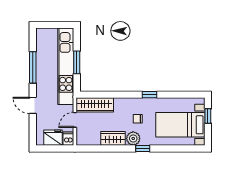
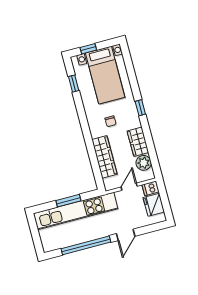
window: (33, 67) -> (86, 245), width x1.46
window: (149, 95) -> (74, 84), moved
wardrobe: (95, 105) -> (104, 157), moved
door: (75, 120) -> (129, 187), swing flipped
plant: (133, 138) -> (144, 163), moved

